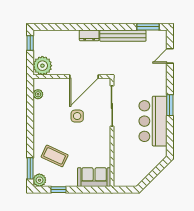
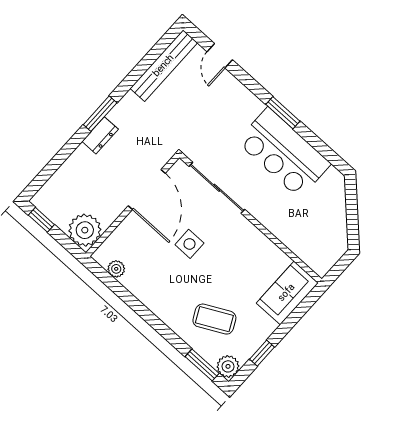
window: (148, 27) -> (100, 114), moved
bench: (123, 36) -> (164, 66), moved
coffee table: (55, 156) -> (214, 319), turned 38

